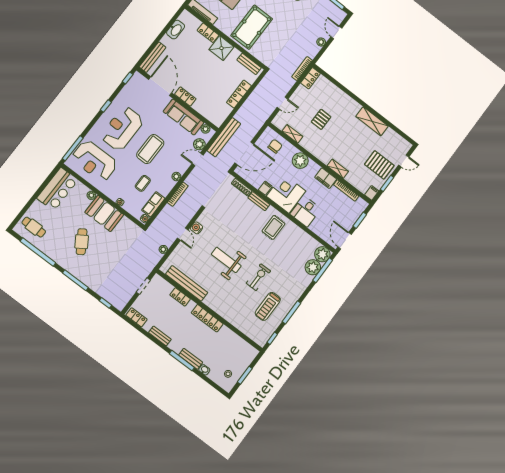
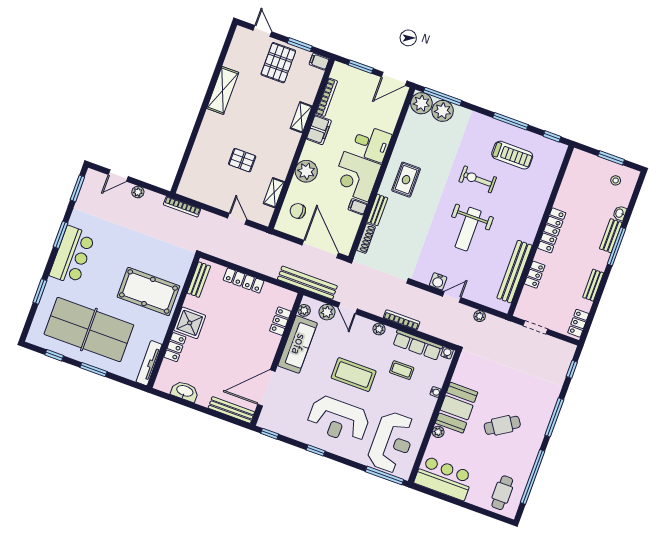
locker: (310, 78) -> (191, 191), removed
locker: (185, 96) -> (280, 321), moved
row of seats: (153, 204) -> (417, 345), width x1.48
rug: (273, 227) -> (406, 180), turned 90

